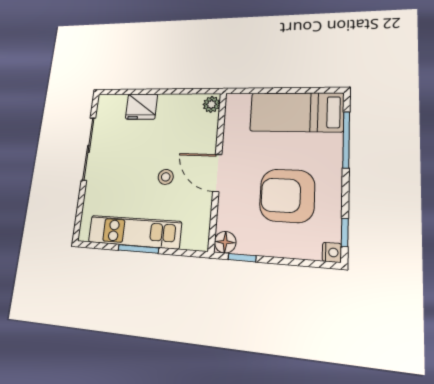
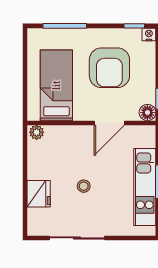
bed: (296, 112) -> (56, 85), moved, turned 180
door: (217, 173) -> (109, 123), moved
stool: (166, 177) -> (84, 186), moved

